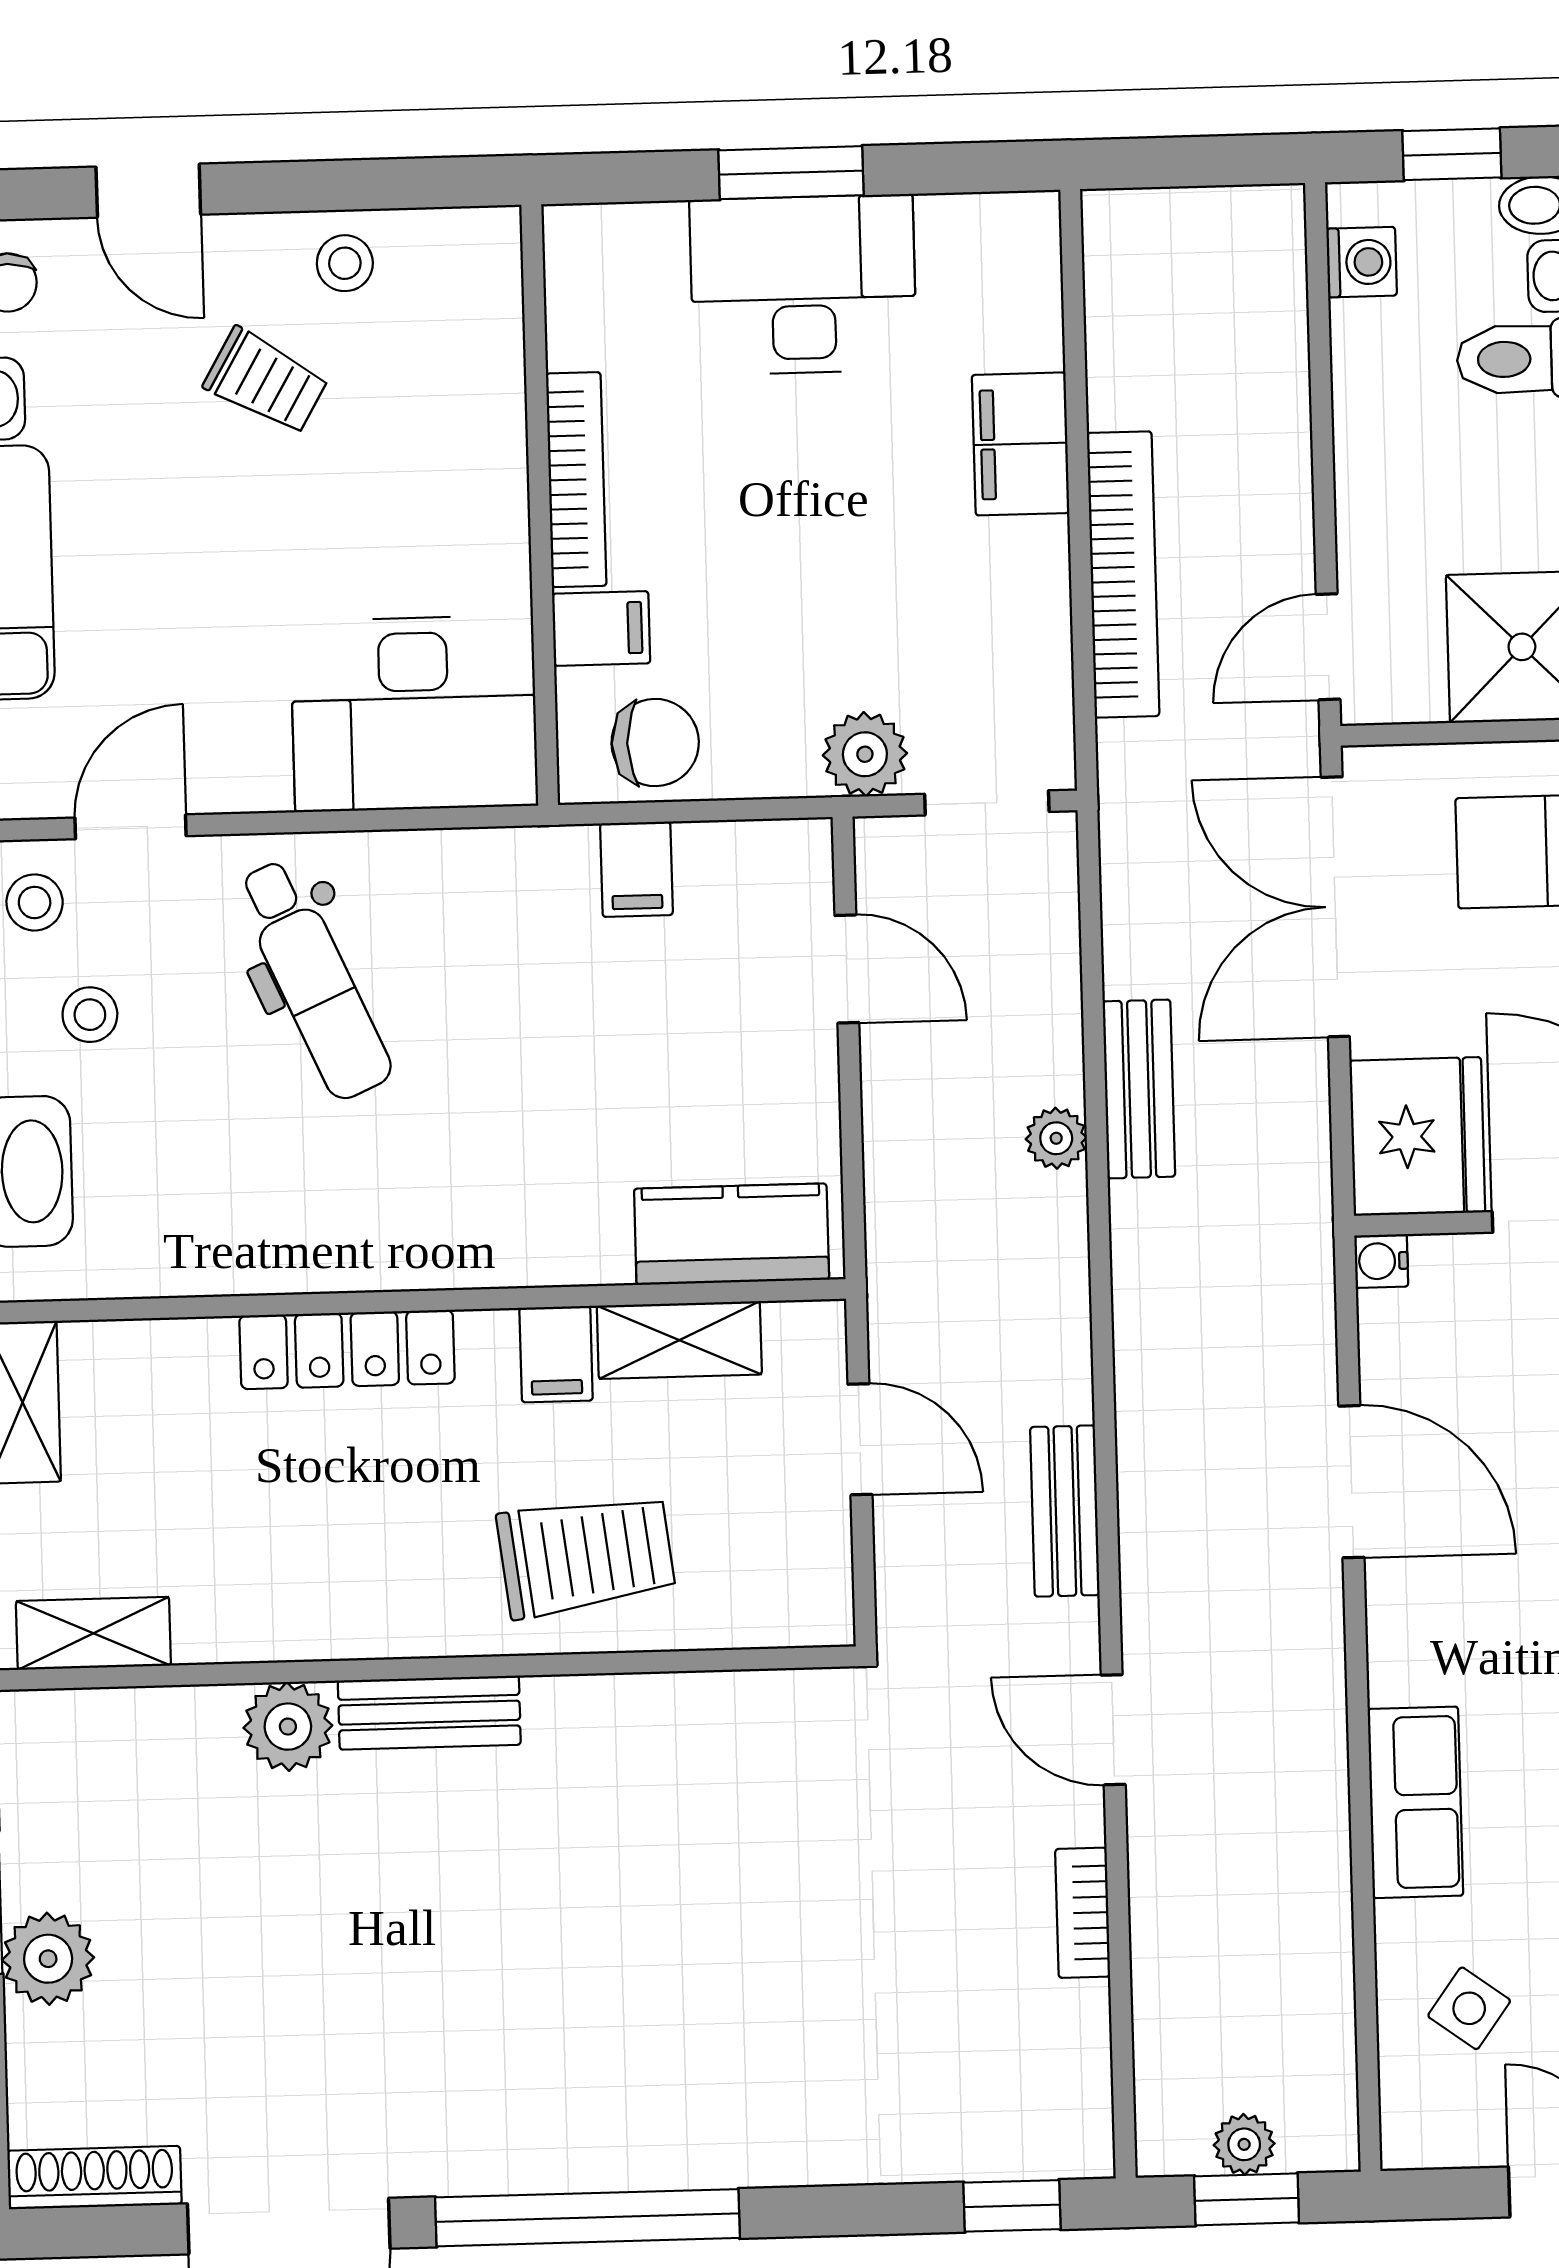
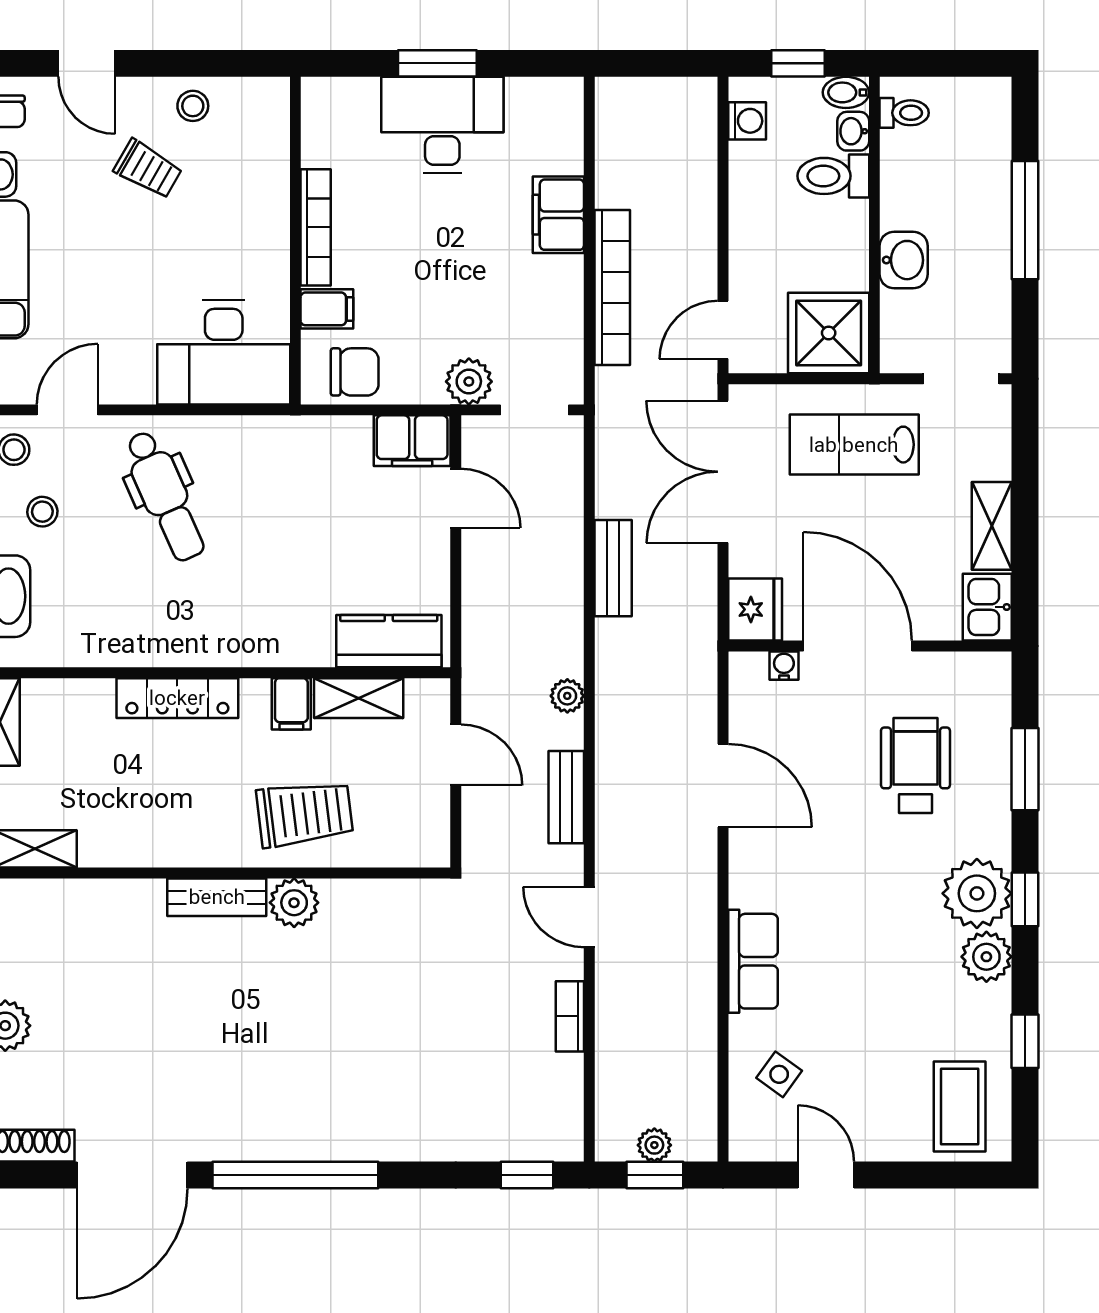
filing cabinet: (637, 869) -> (412, 441), moved, width x2.00
fridge: (1417, 1136) -> (755, 609), width x0.73, depth x0.75
plant: (1056, 1138) -> (567, 696), moved
water cooler: (1381, 1261) -> (784, 666), moved, turned 90
plant: (288, 1727) -> (294, 903), moved

